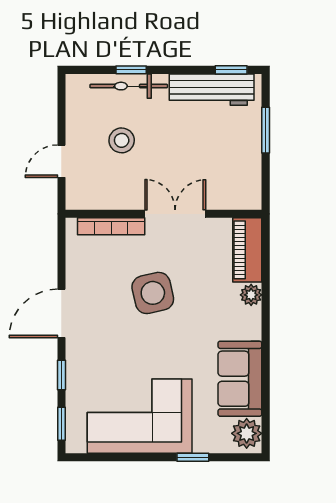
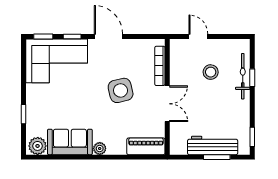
workbench: (212, 90) -> (213, 145), moved, turned 90
plant: (251, 295) -> (100, 149), moved
corner sofa: (140, 416) -> (57, 61), moved, turned 90

